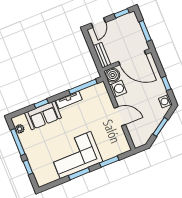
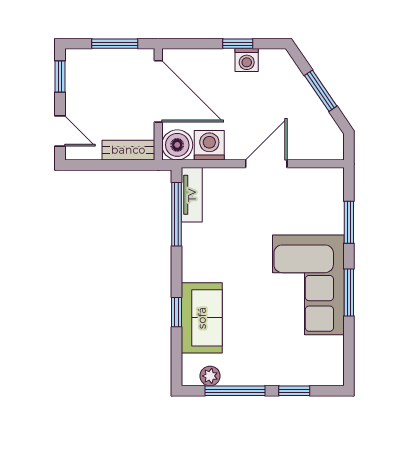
door: (132, 58) -> (158, 91), hinge flipped
tv unit: (69, 100) -> (192, 195), moved
washing machine: (165, 101) -> (247, 60), moved

